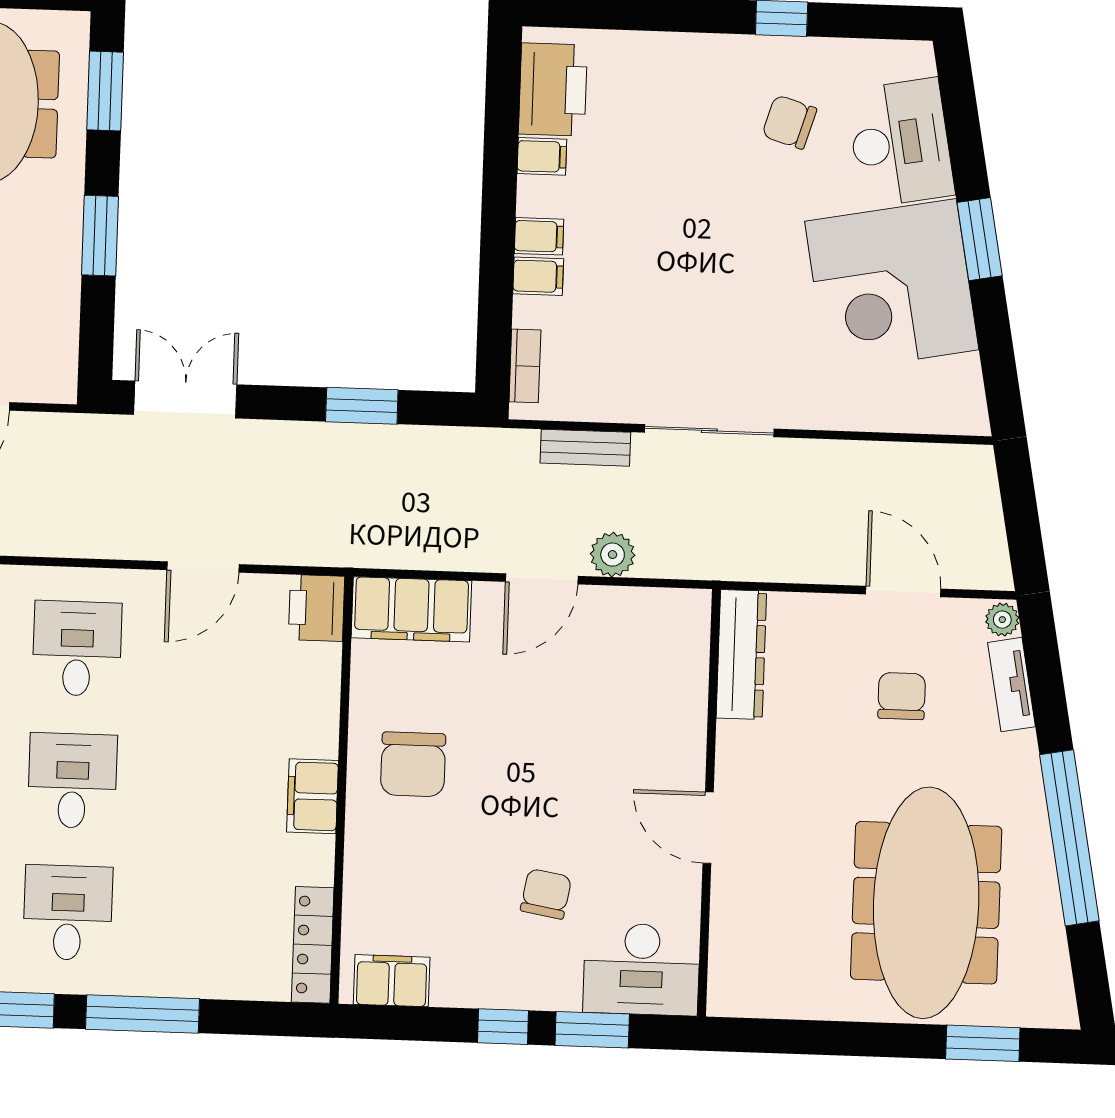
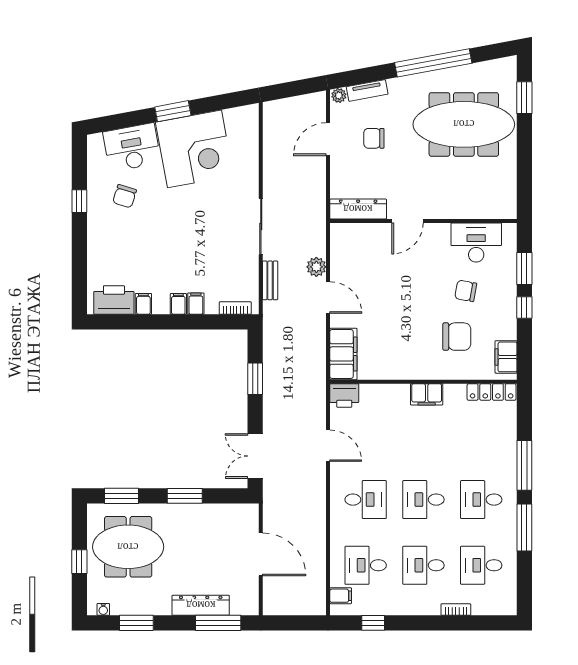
desk: (77, 649) -> (366, 500), turned 180
chair: (413, 764) -> (457, 337), moved
door: (708, 828) -> (407, 221), moved
desk: (641, 969) -> (476, 243), moved, turned -90

